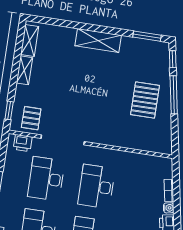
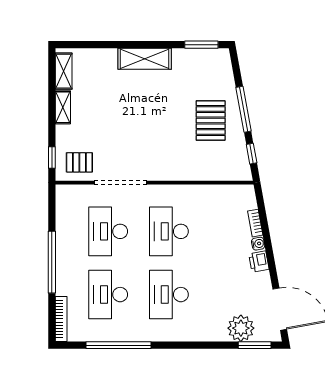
window: (173, 59) -> (252, 154), moved
pallet: (31, 118) -> (79, 162), turned 90
printer: (23, 143) -> (74, 193), removed

